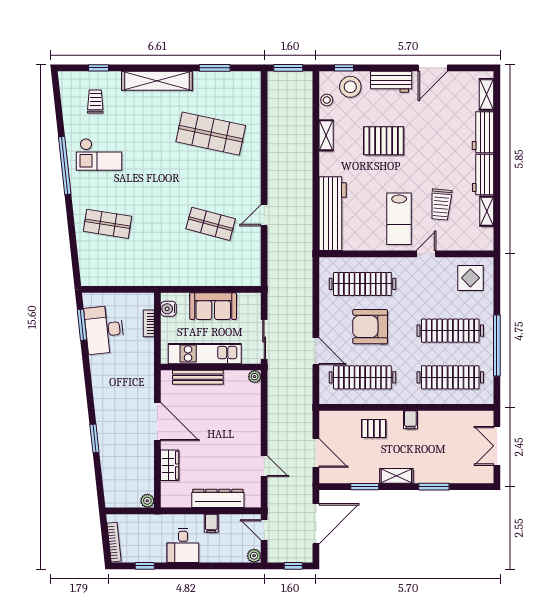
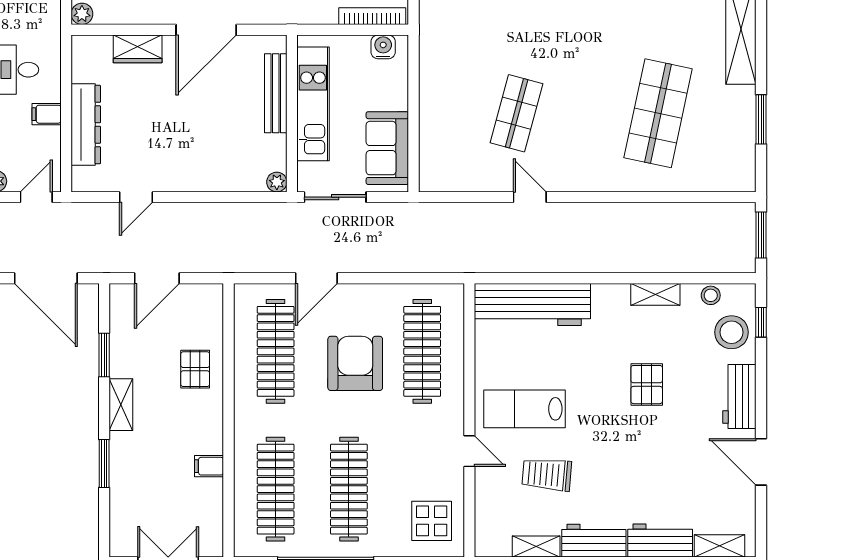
pallet: (384, 141) -> (647, 385), width x0.67, depth x0.71
sofa: (213, 306) -> (387, 148), moved
bookcase: (149, 323) -> (372, 16), width x1.56
filing cabinet: (410, 420) -> (209, 466), moved

